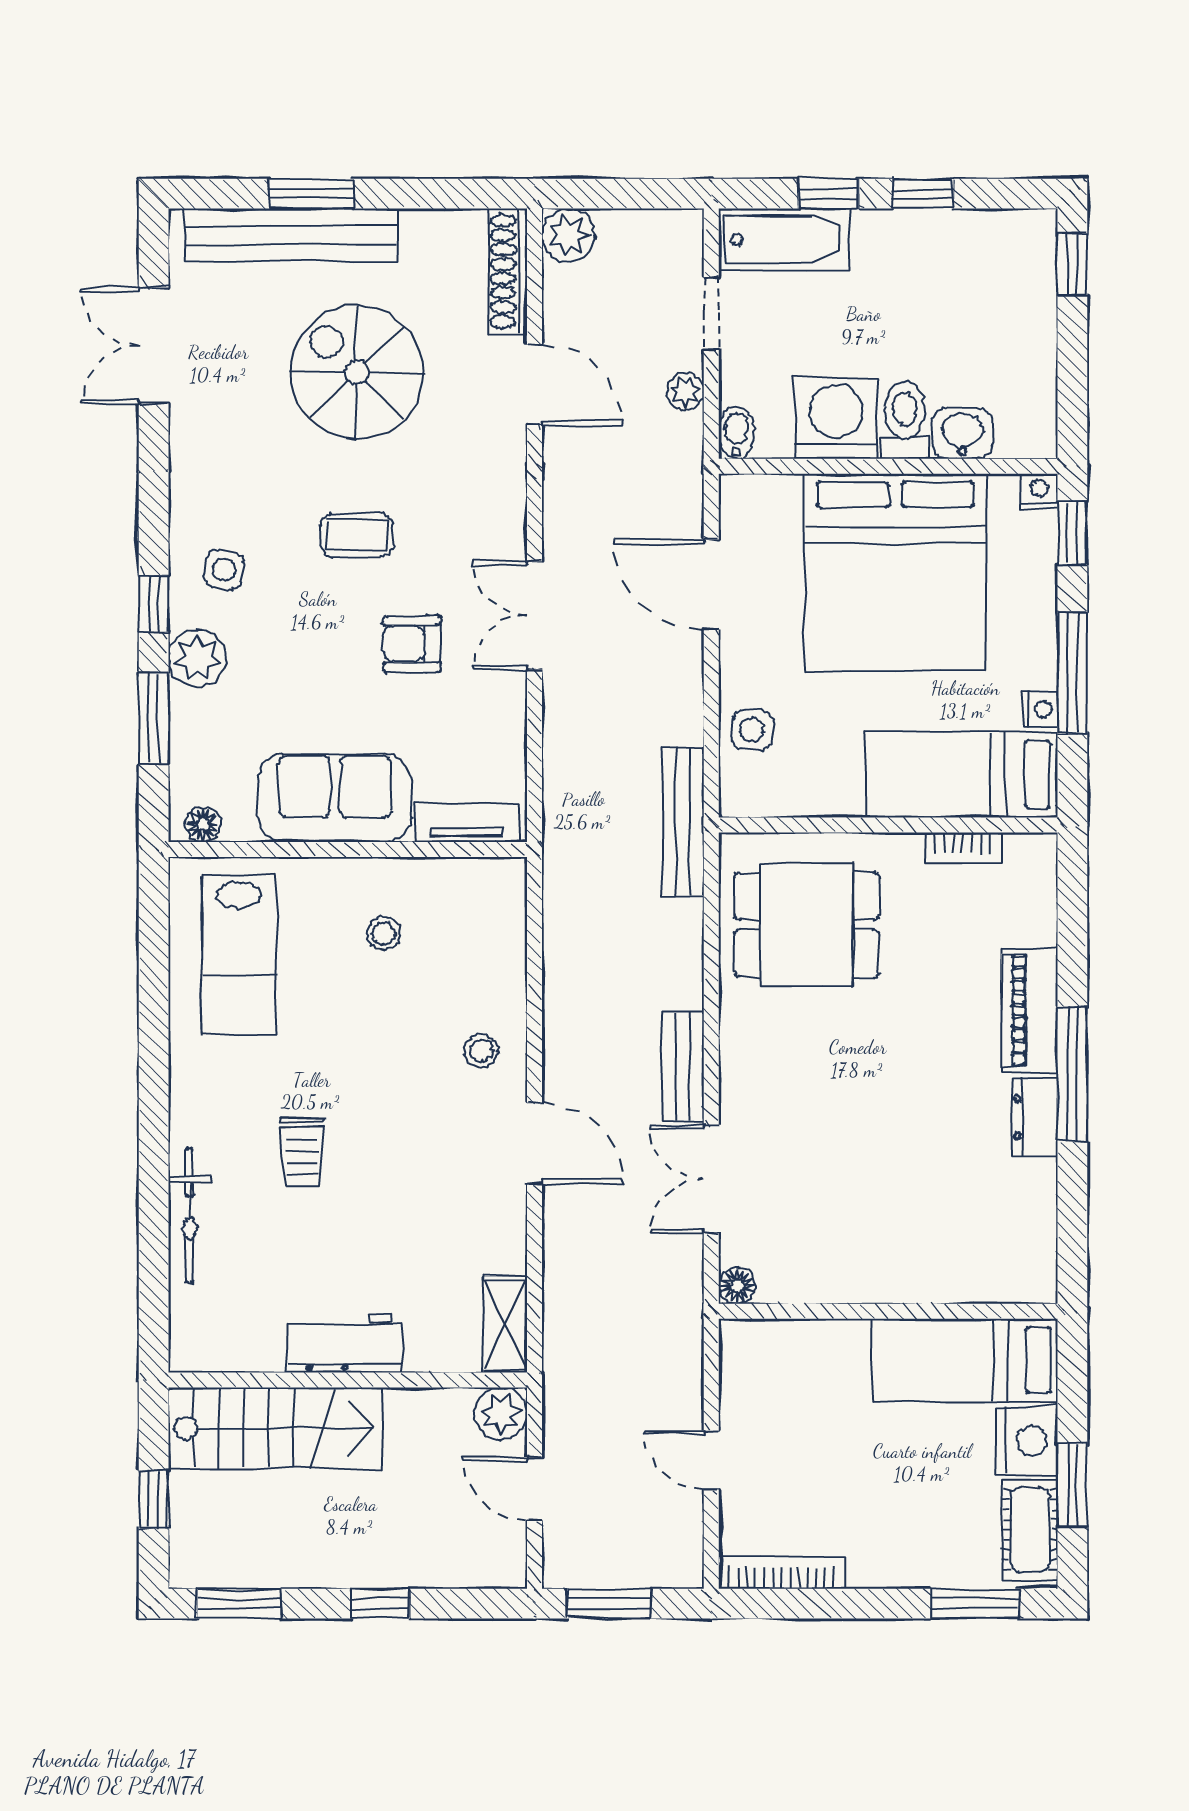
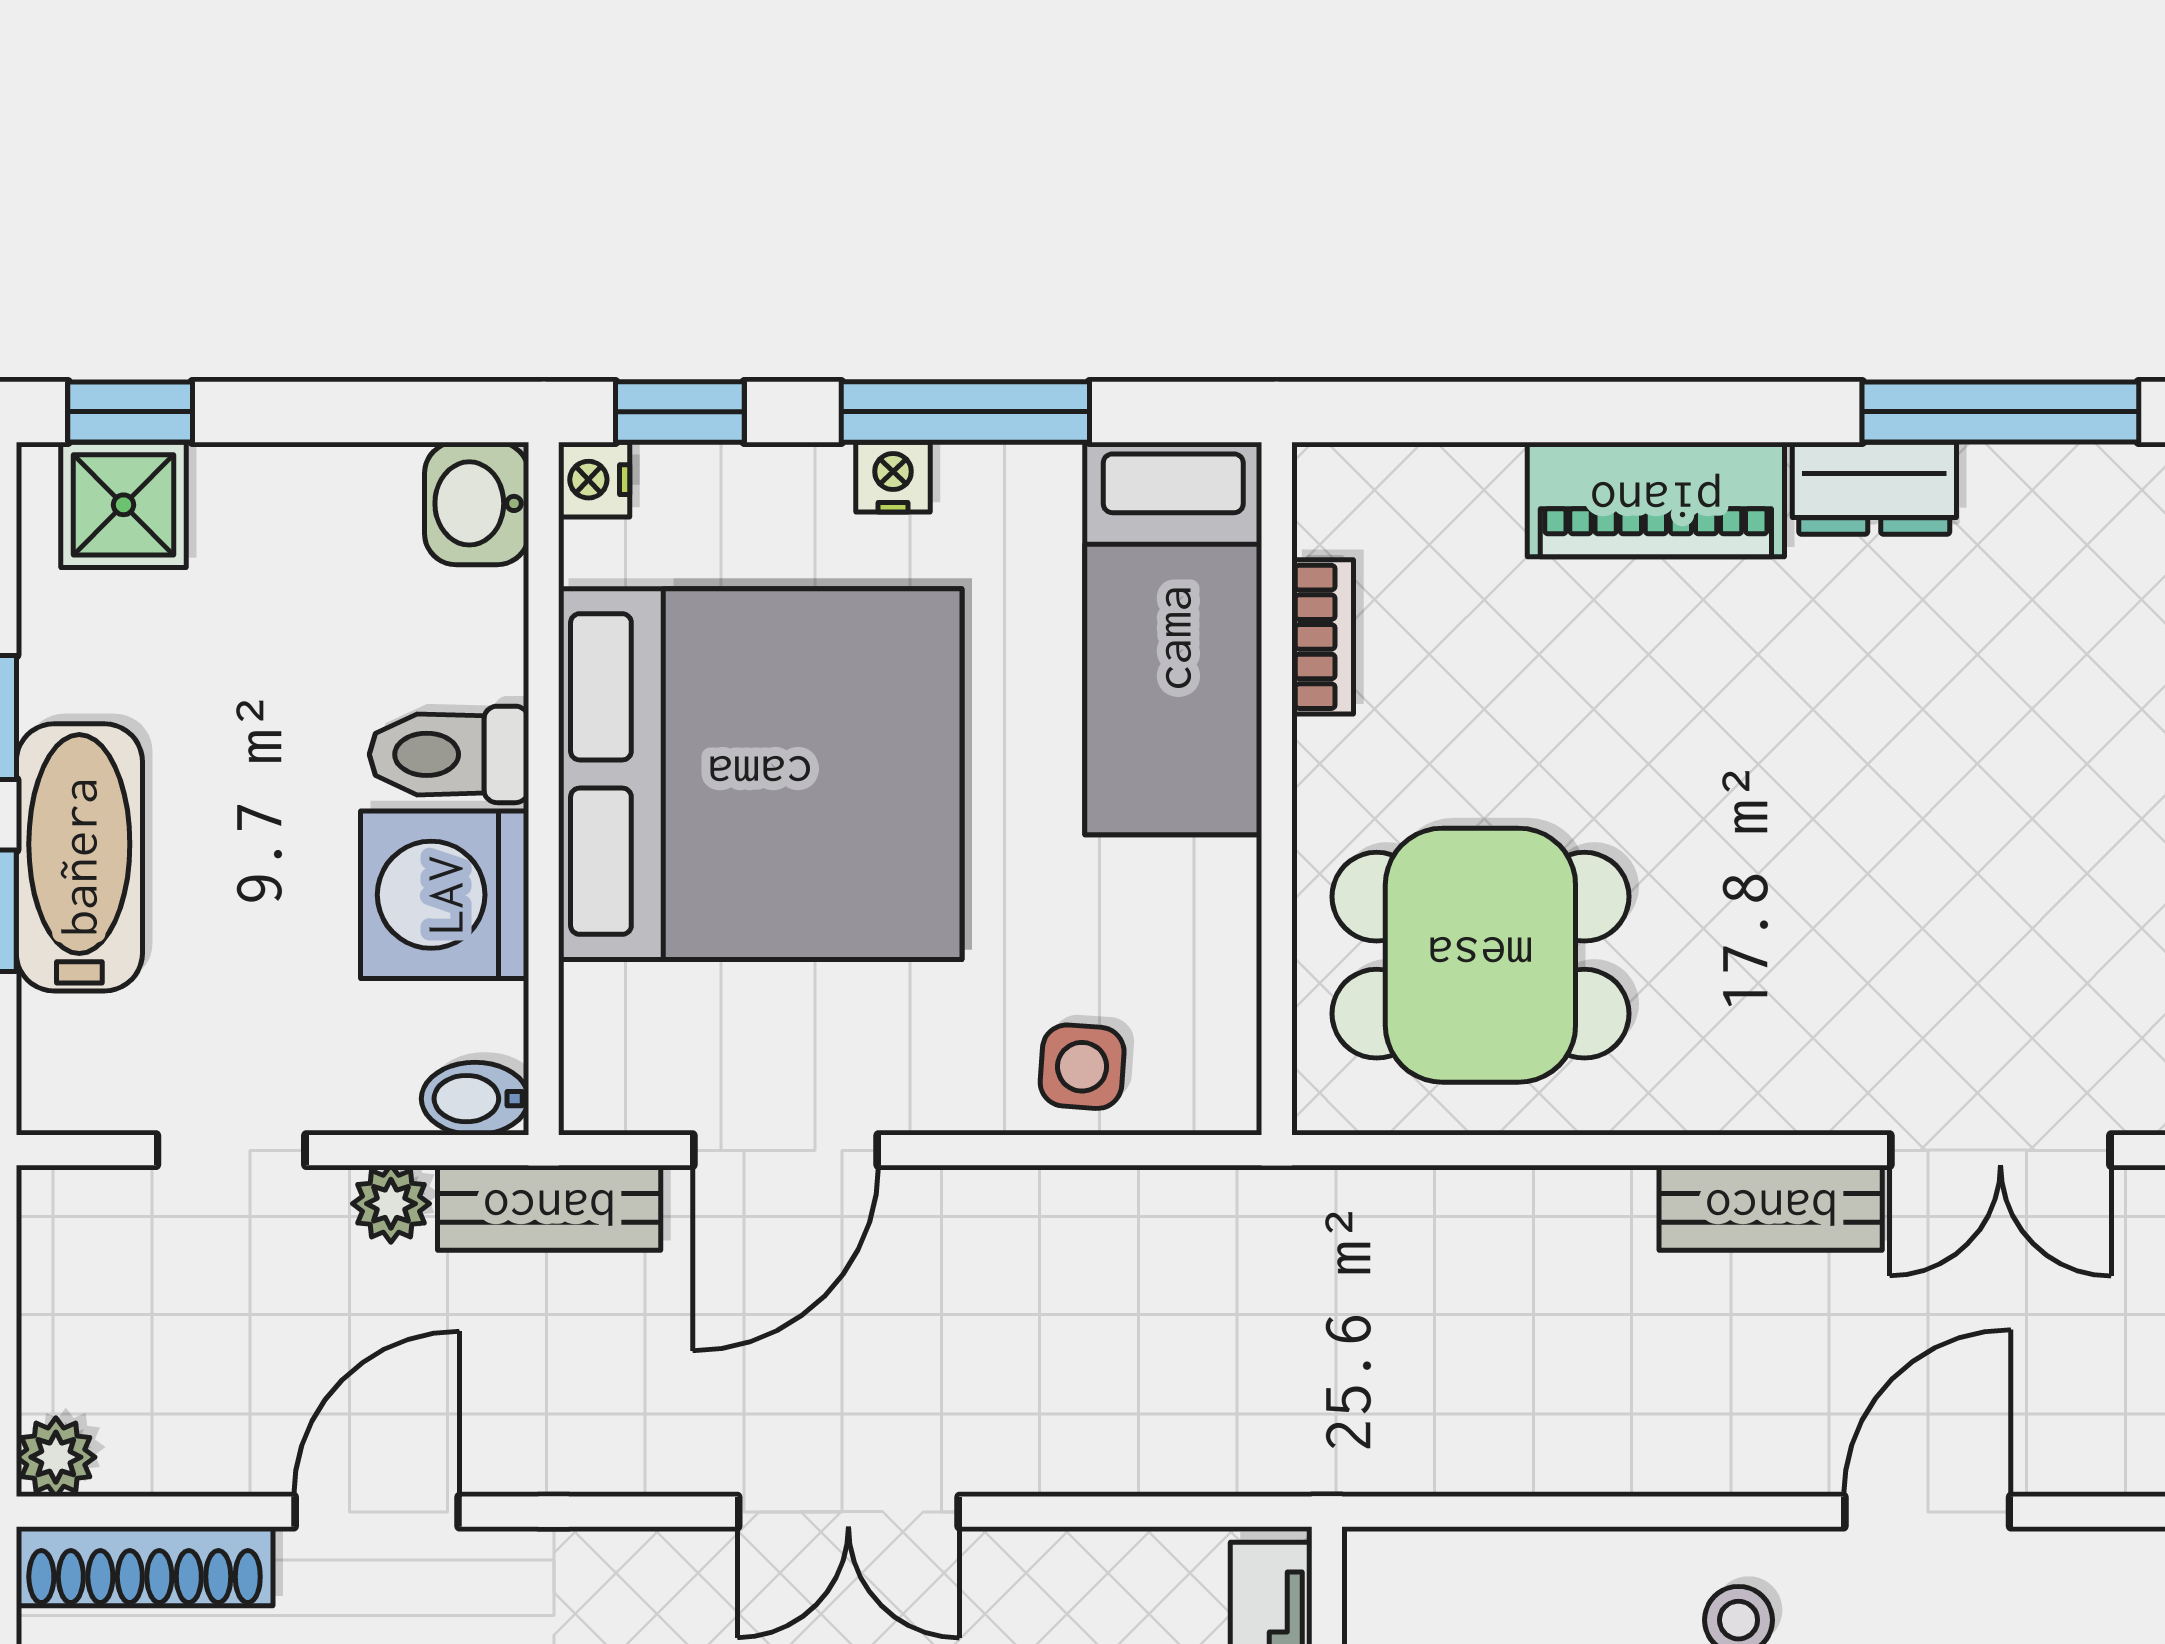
plant: (568, 235) -> (56, 1457), width x0.73, depth x0.73
bathtub: (784, 239) -> (79, 857), moved
shower: (1027, 261) -> (123, 505), added
washbasin: (962, 434) -> (477, 503), moved
nightstand: (1041, 709) -> (893, 477), moved
bench: (683, 822) -> (549, 1208), moved, width x0.73
dining table: (807, 925) -> (1480, 955), turned 90
window: (1072, 1074) -> (2000, 412), moved

